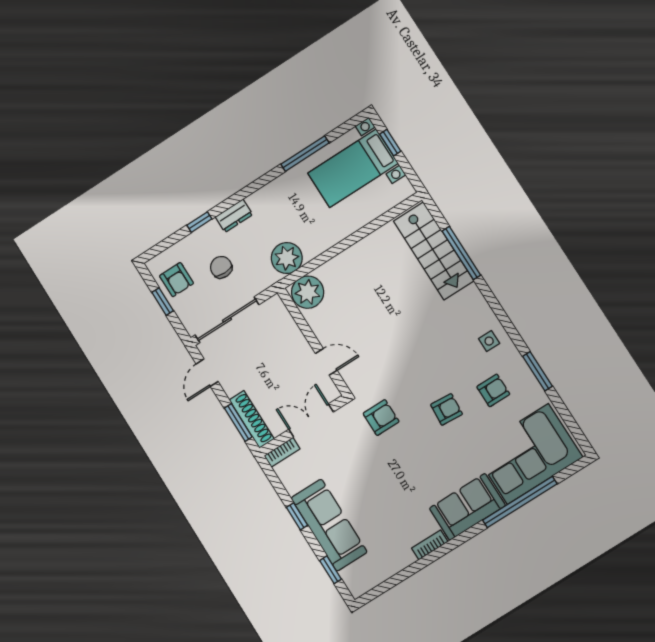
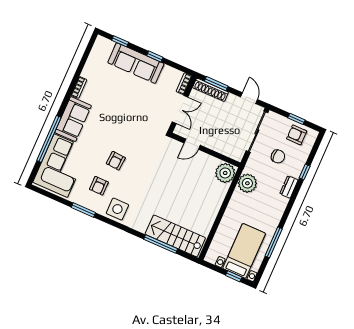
side table: (489, 341) -> (117, 209), width x1.87, depth x1.87
armchair: (381, 418) -> (146, 135), removed

